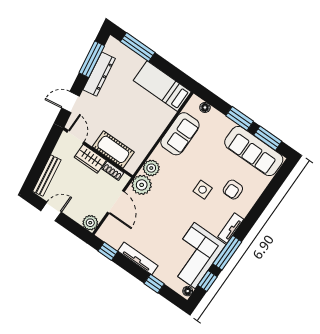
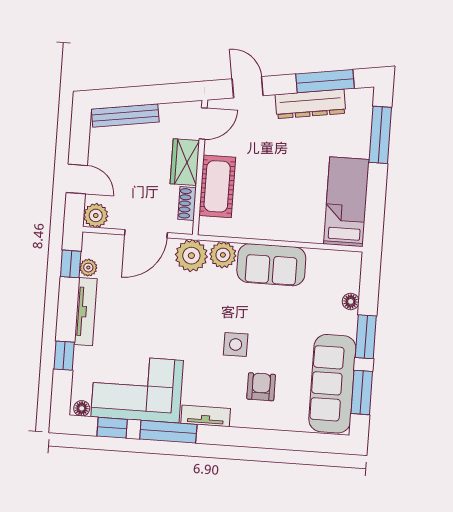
floor lamp: (205, 107) -> (351, 301), moved
sofa: (180, 134) -> (271, 265), moved
armchair: (233, 190) -> (261, 387), turned 90
door: (51, 211) -> (77, 179), moved
plant: (115, 243) -> (88, 268), added

